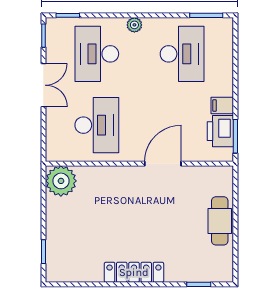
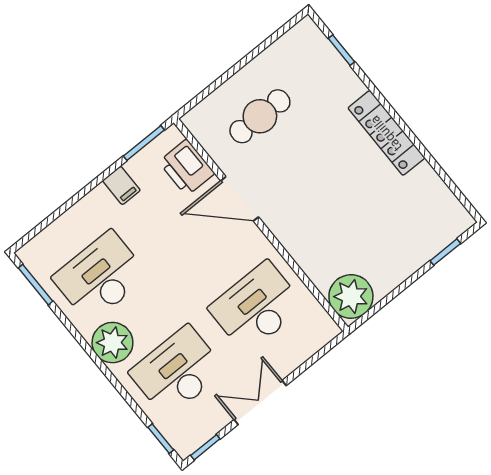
plant: (134, 25) -> (112, 343), width x1.87, depth x1.87
desk: (97, 54) -> (177, 371), turned 180
printer: (220, 131) -> (187, 168), moved, turned 90
cafe table: (220, 221) -> (260, 116), moved

